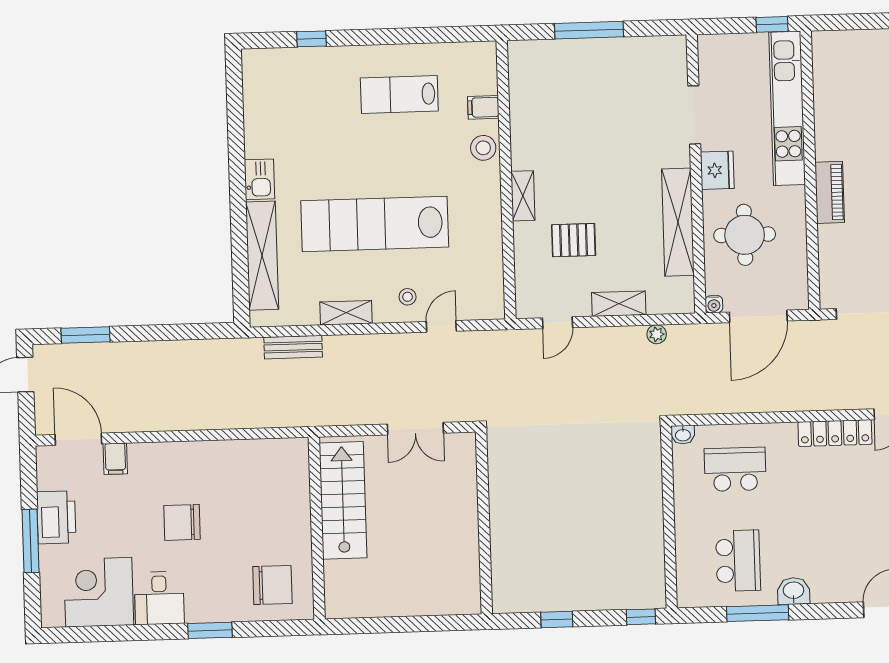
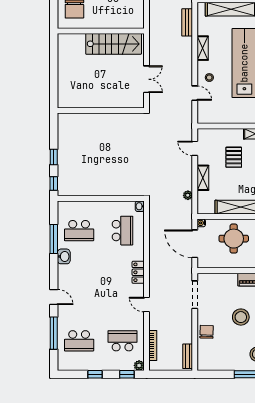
double door: (415, 429) -> (147, 79), swing flipped
locker: (835, 433) -> (138, 272), width x0.66
window: (557, 619) -> (54, 157), moved

